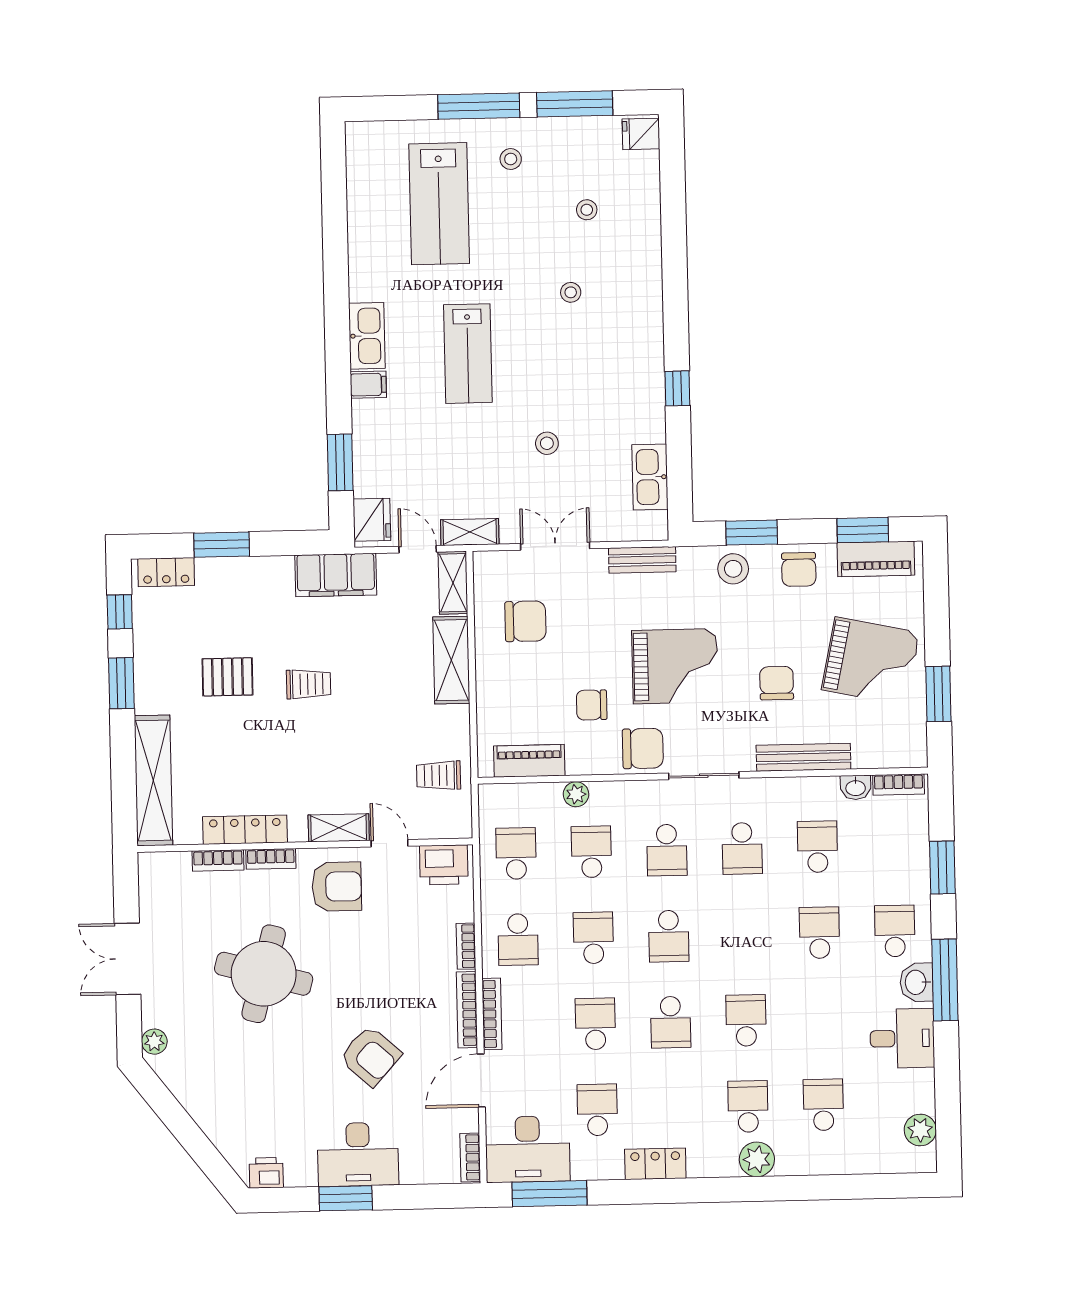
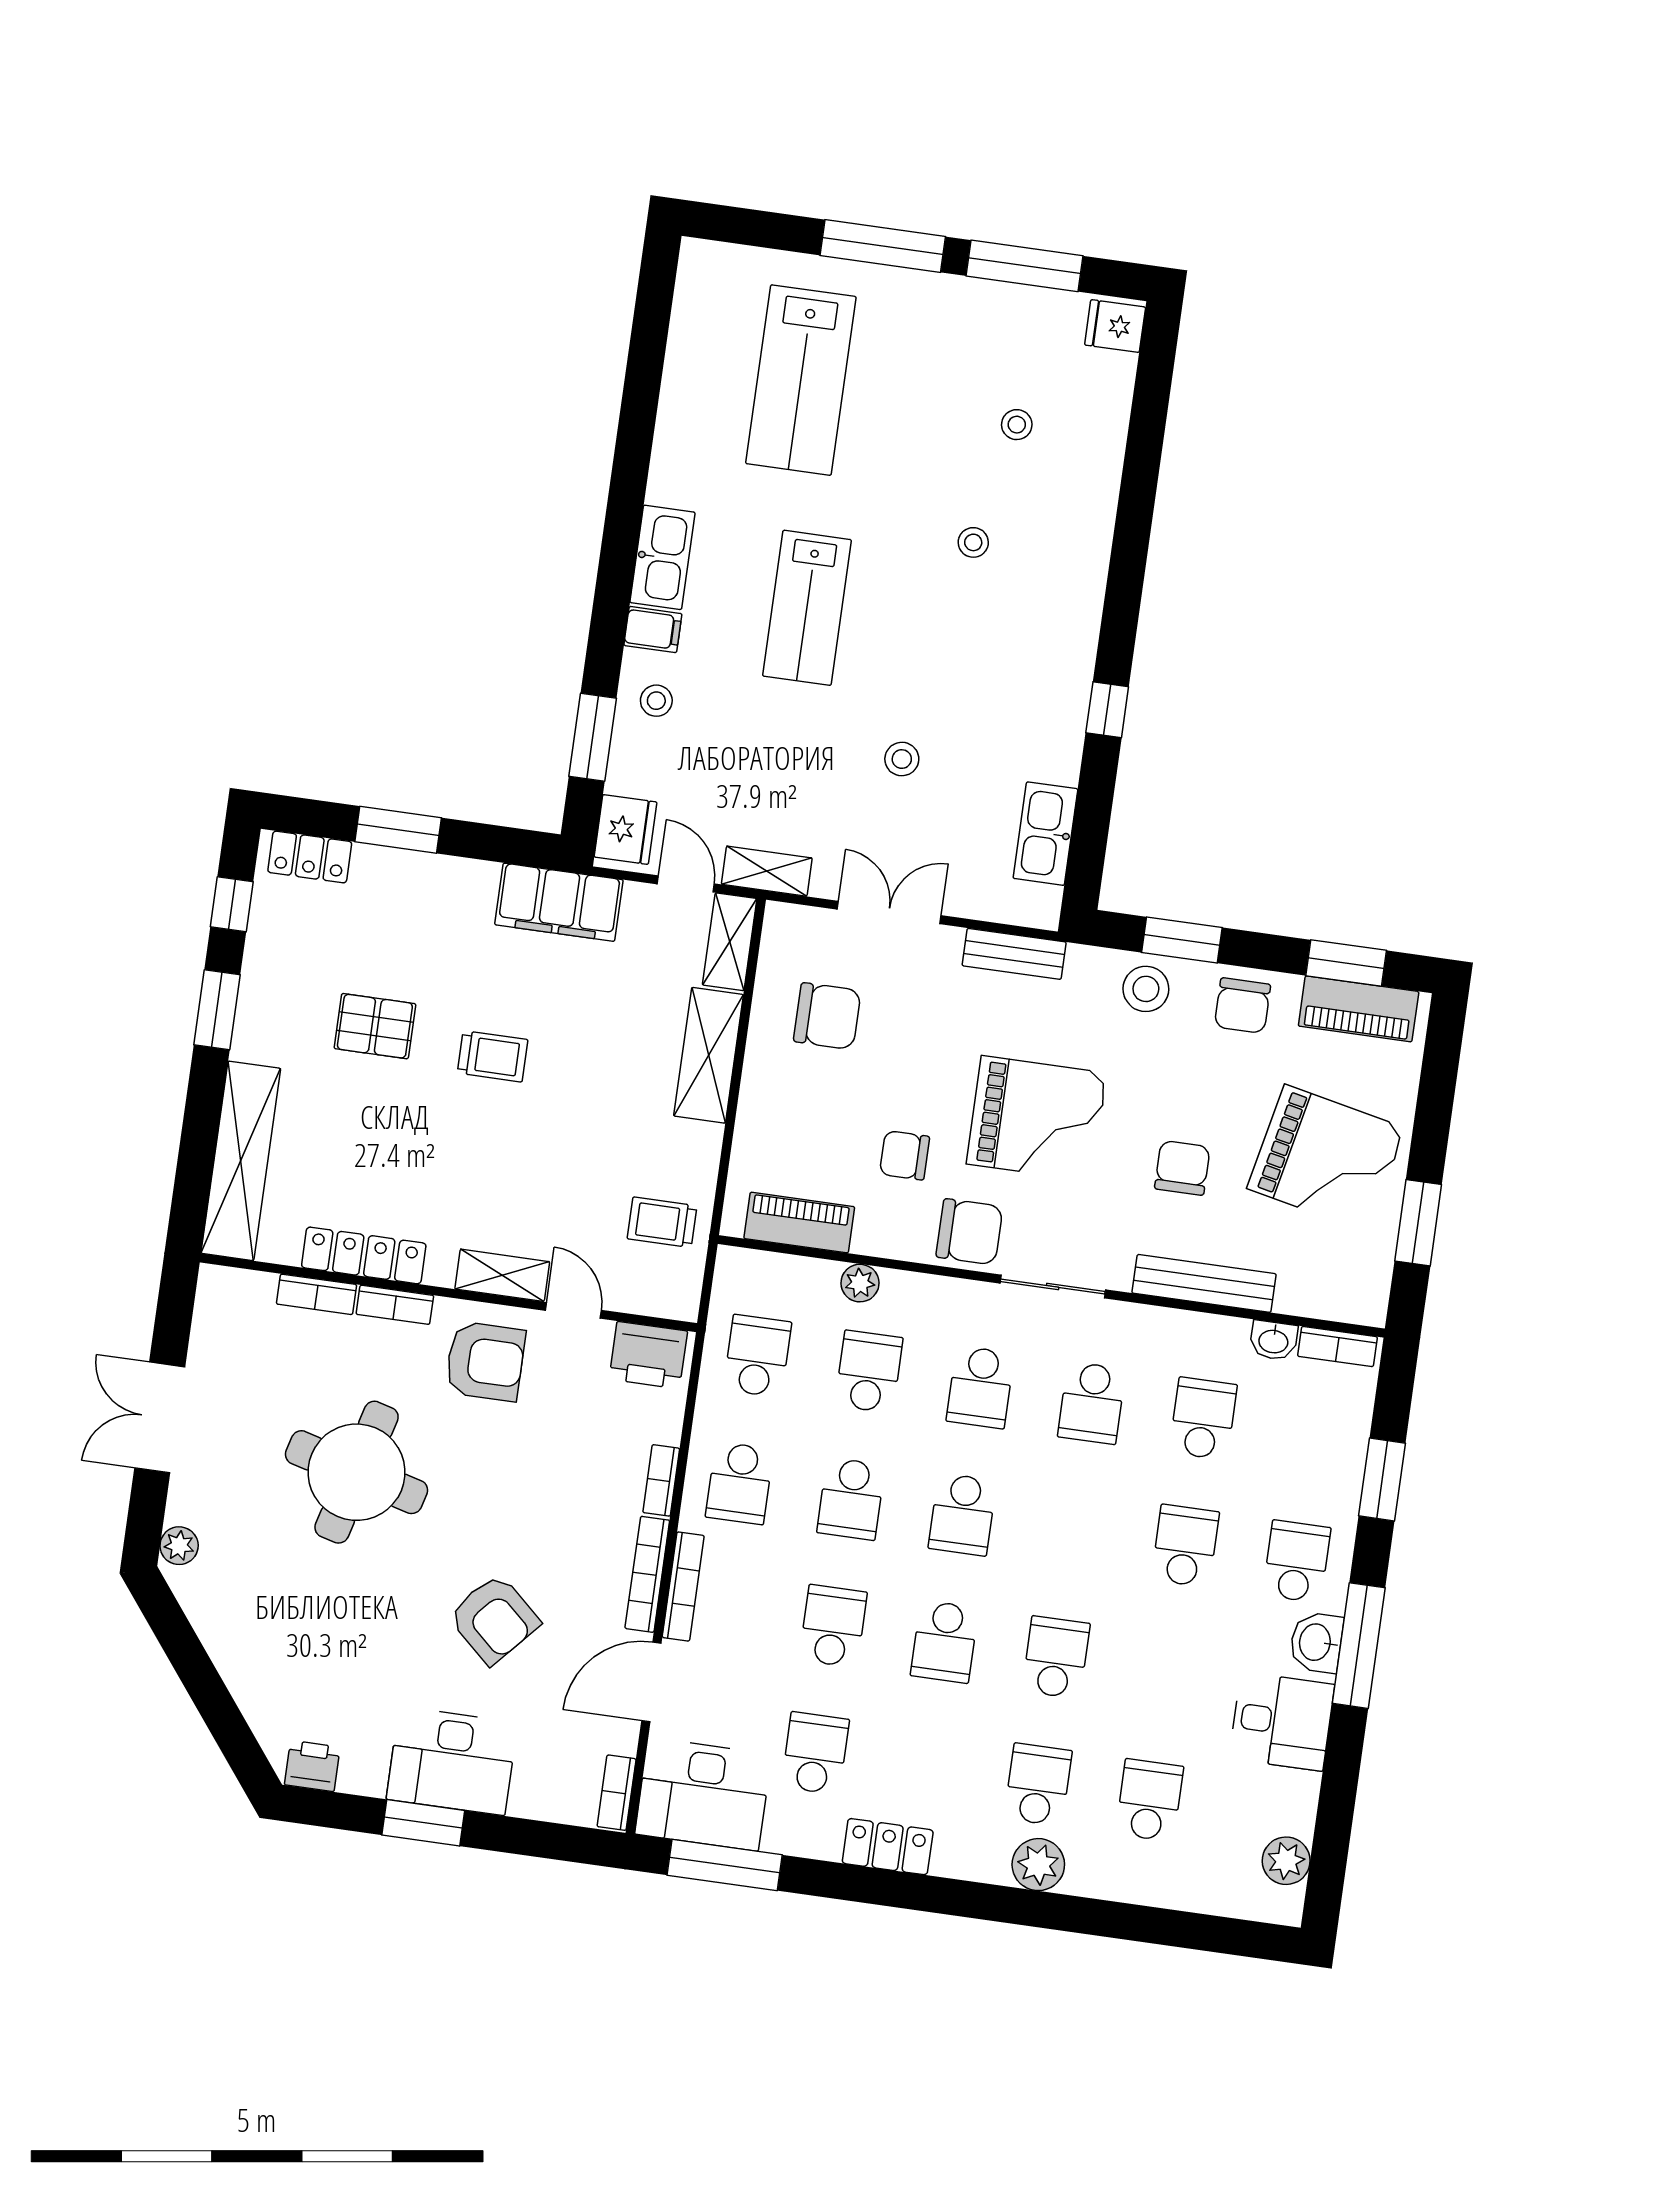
stool: (511, 159) -> (656, 701), moved
school desk: (593, 938) -> (851, 1499), turned 180

